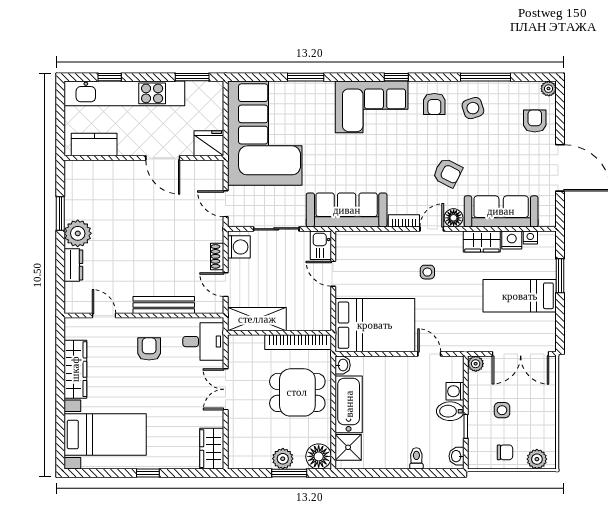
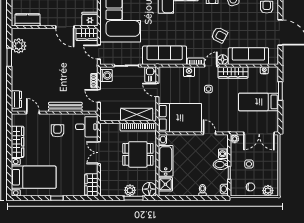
wardrobe: (204, 171) -> (87, 34), added
plant: (78, 233) -> (19, 46), moved
nightstand: (512, 240) -> (189, 72), moved
wardrobe: (482, 242) -> (233, 72), width x1.50
dresser: (73, 265) -> (16, 99), moved
shelving: (257, 319) -> (137, 115), moved

